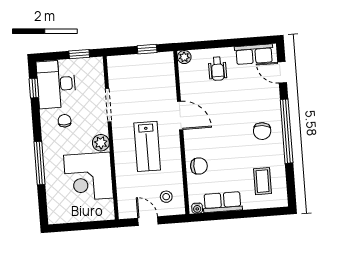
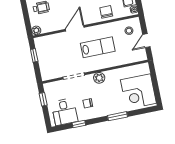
desk: (56, 84) -> (64, 112), width x0.73
window: (34, 88) -> (79, 124), moved
window: (40, 163) -> (117, 116), width x0.69
corner desk: (88, 177) -> (138, 92), moved, turned 90

